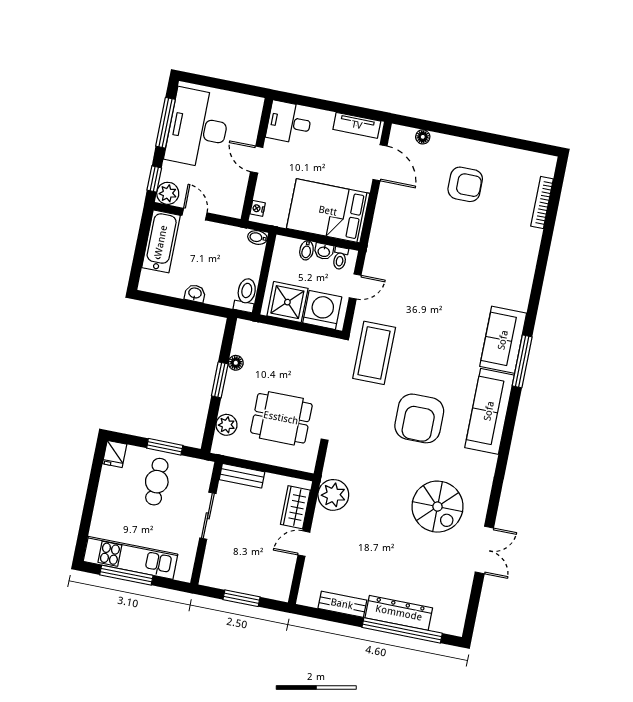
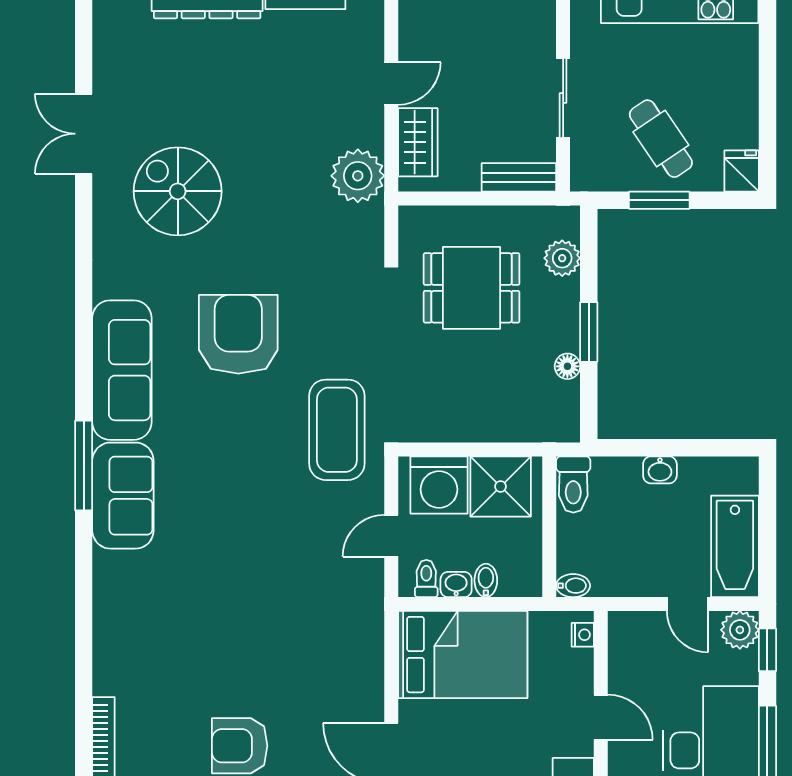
cafe table: (157, 482) -> (661, 139), turned -34

